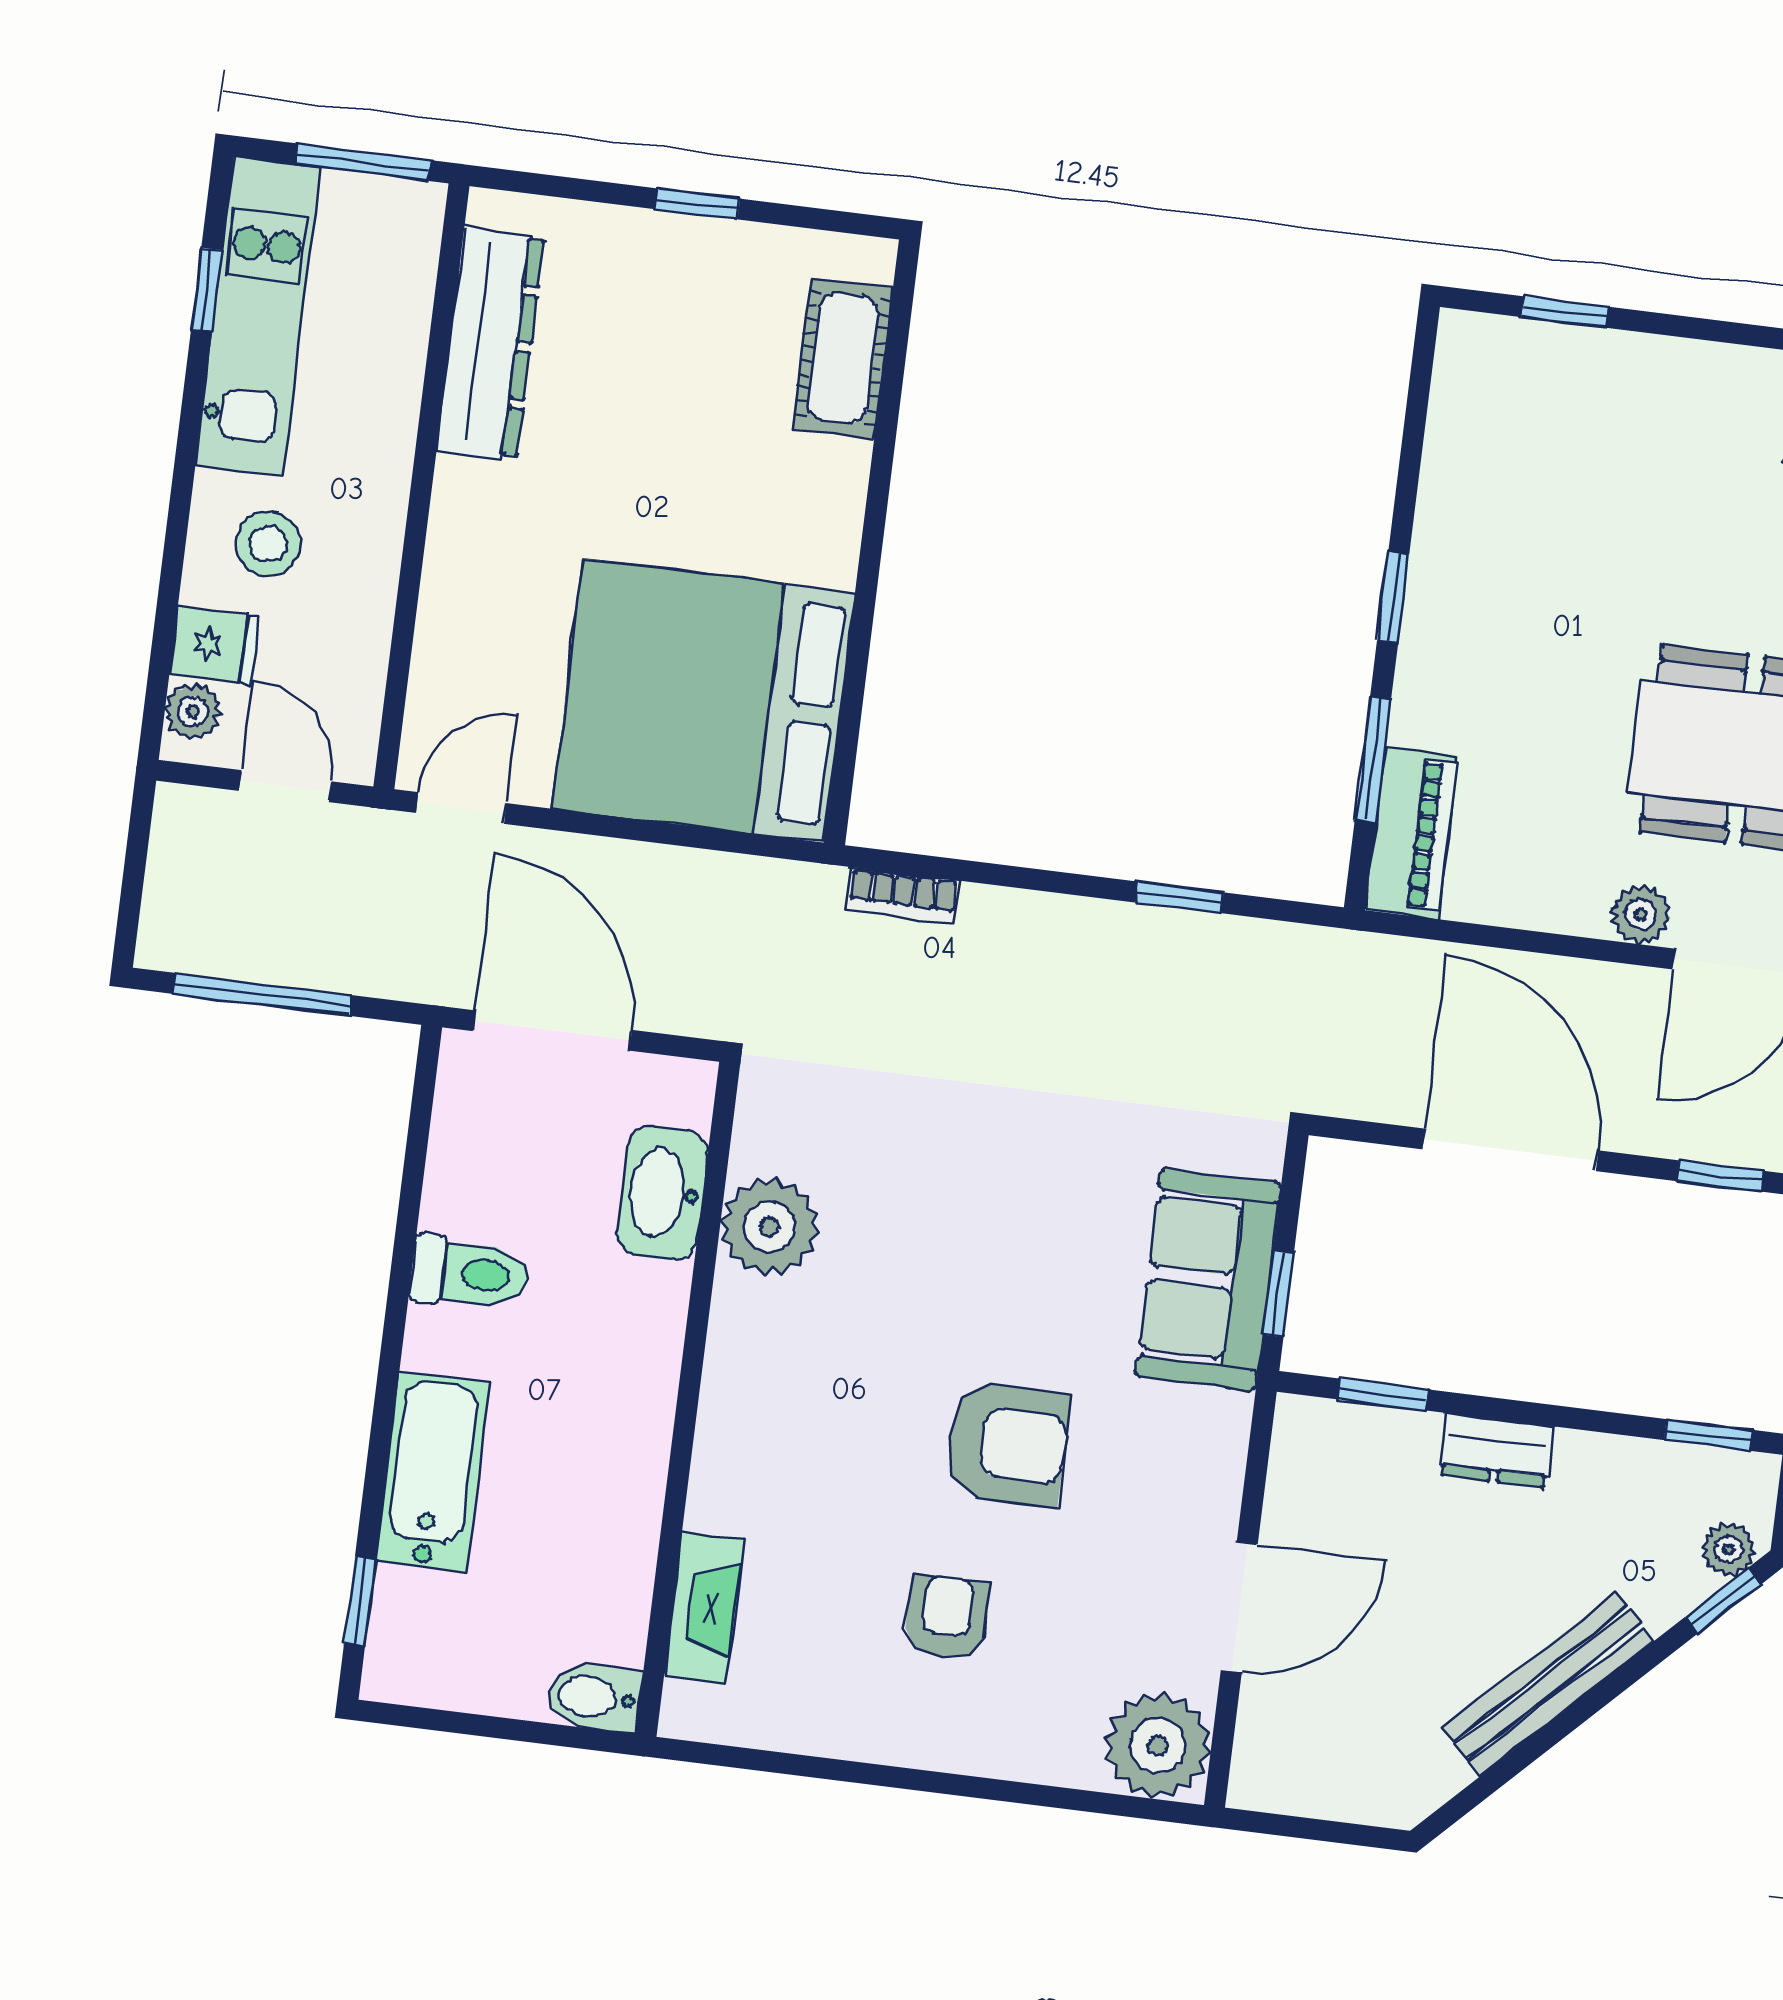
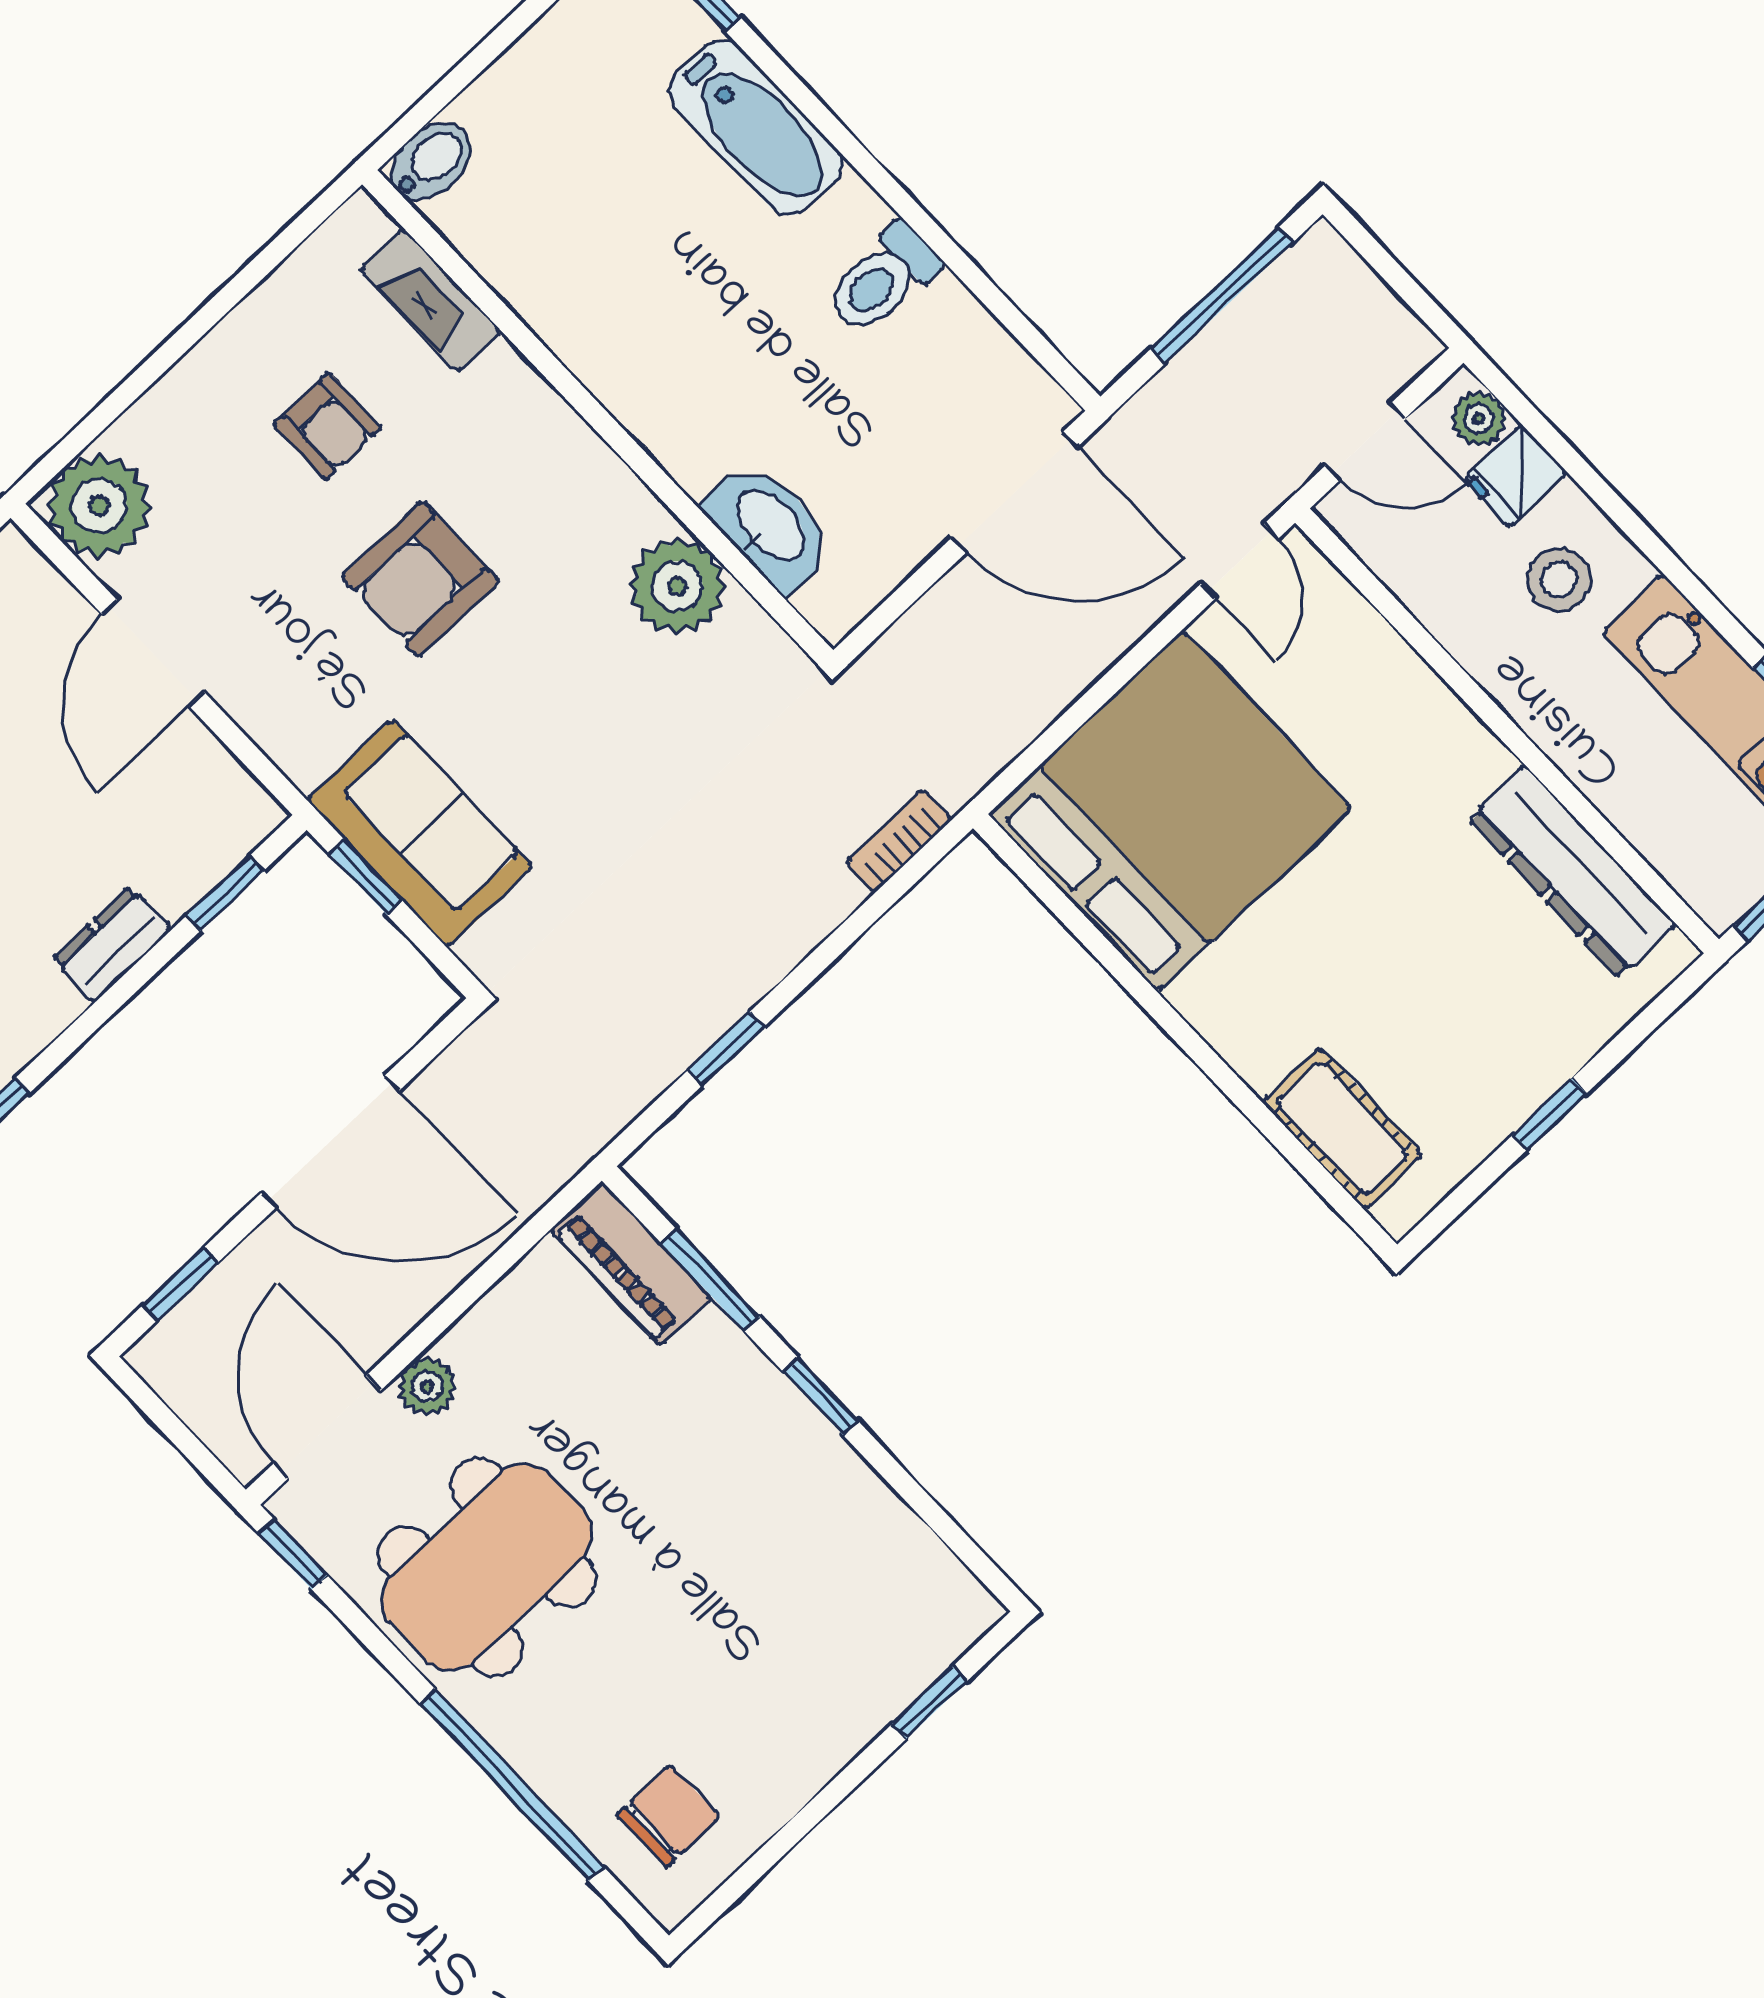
washbasin: (662, 1193) -> (769, 526), moved
plant: (770, 1227) -> (677, 586), moved
wall: (688, 1399) -> (598, 417), moved
fireplace: (704, 1608) -> (430, 300), moved
bidet: (594, 1697) -> (431, 162), moved

